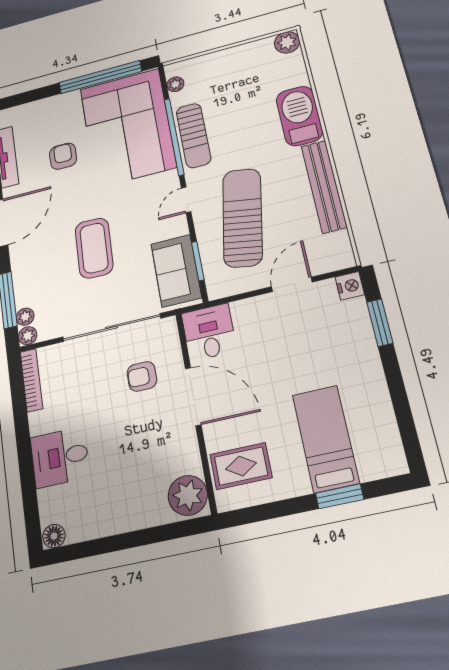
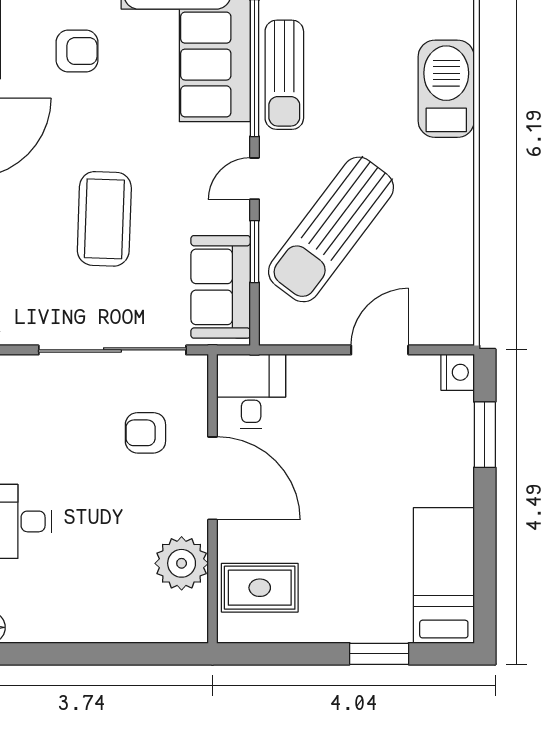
armchair: (63, 156) -> (77, 51), turned 90
bench: (324, 186) -> (456, 213), removed
sun lounger: (242, 217) -> (331, 229), turned -153
window: (198, 261) -> (254, 252), moved
bed: (325, 439) -> (444, 575), moved
plant: (188, 495) -> (182, 563), moved

